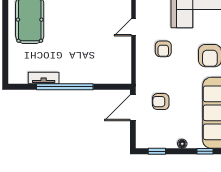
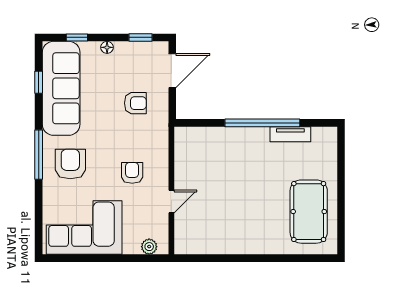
door: (133, 108) -> (172, 71), moved

